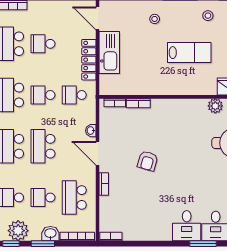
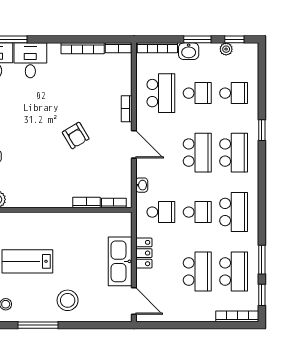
stool: (155, 19) -> (68, 300), width x1.89, depth x1.89
school desk: (43, 44) -> (197, 271), width x1.85
locker: (89, 60) -> (144, 253), width x0.66
washbasin: (91, 131) -> (142, 185), moved
armchair: (148, 161) -> (76, 136), turned 133
plant: (18, 231) -> (226, 49), width x0.53, depth x0.53
bookcase: (142, 236) -> (83, 48), added

